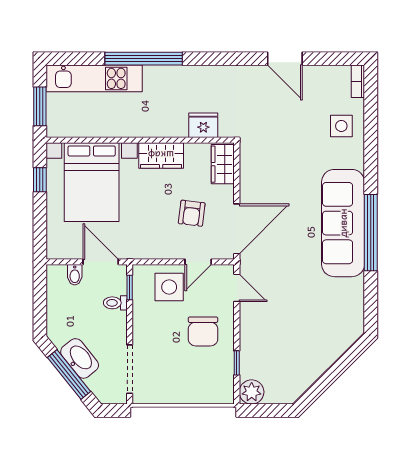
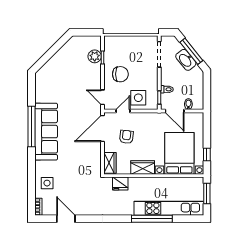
door: (285, 59) -> (66, 219), moved
kitchen unit: (94, 78) -> (169, 208), width x1.36
chair: (203, 331) -> (120, 74), turned 90
plant: (252, 392) -> (95, 56), moved

